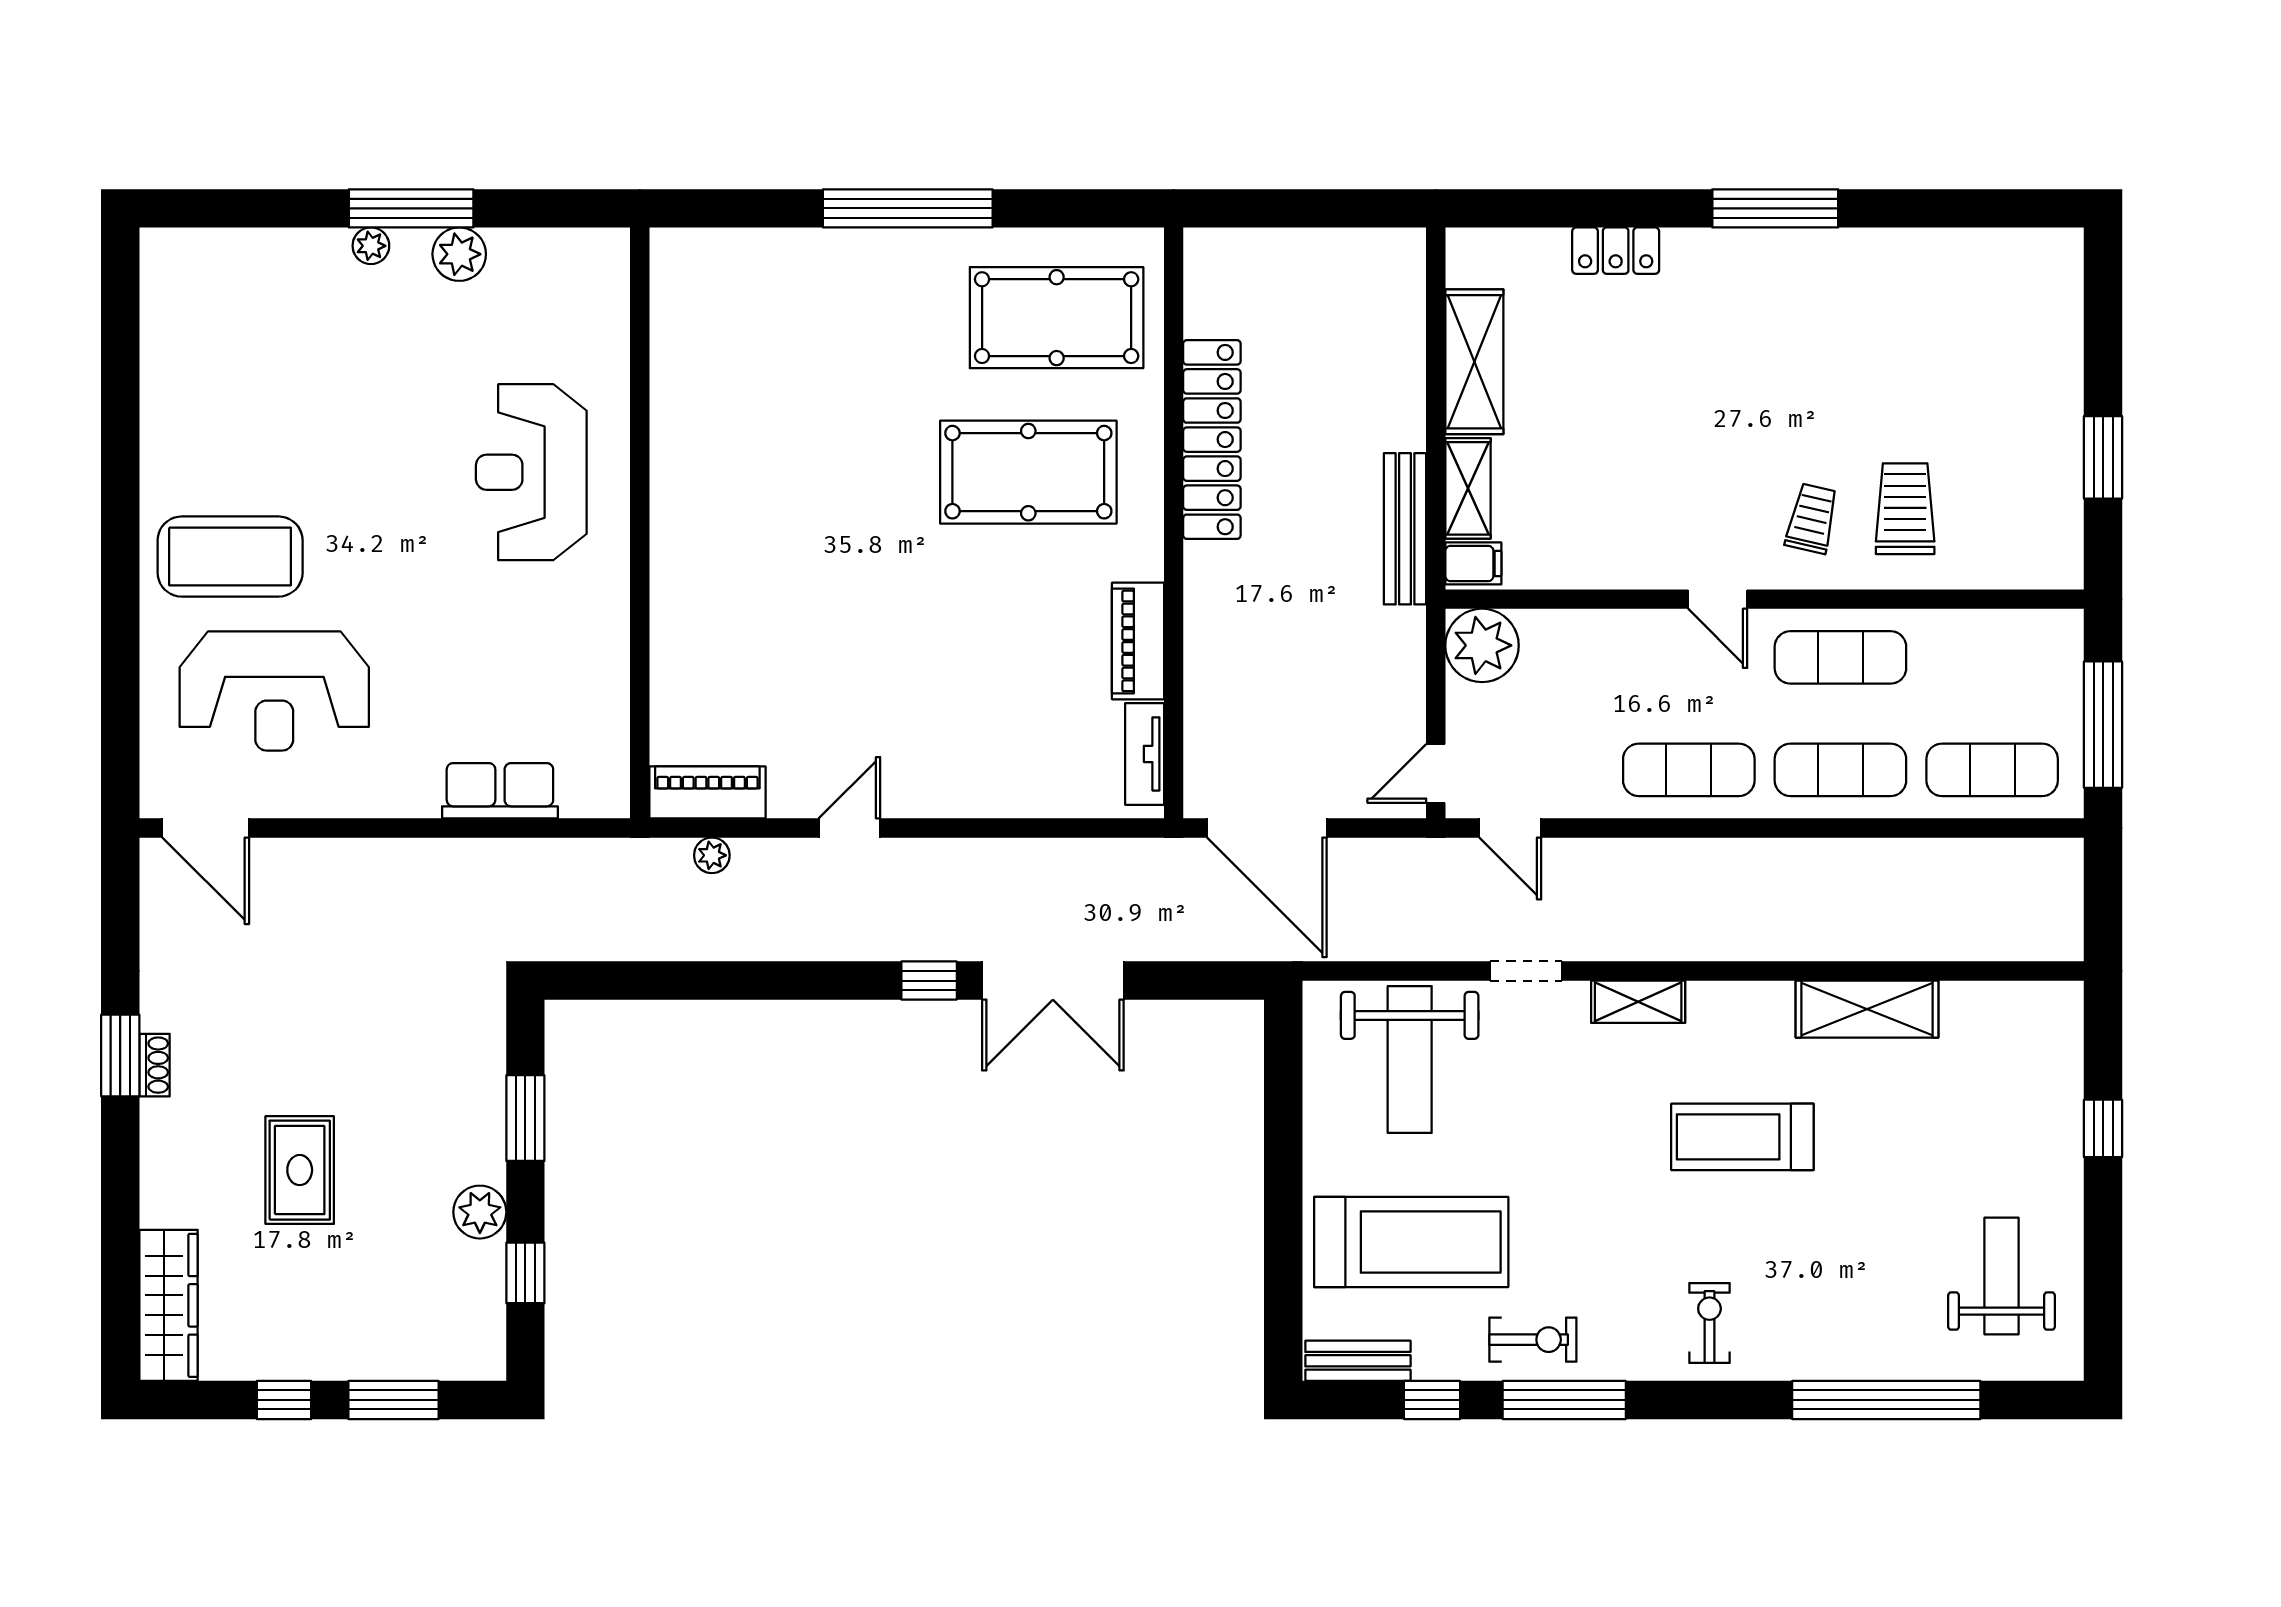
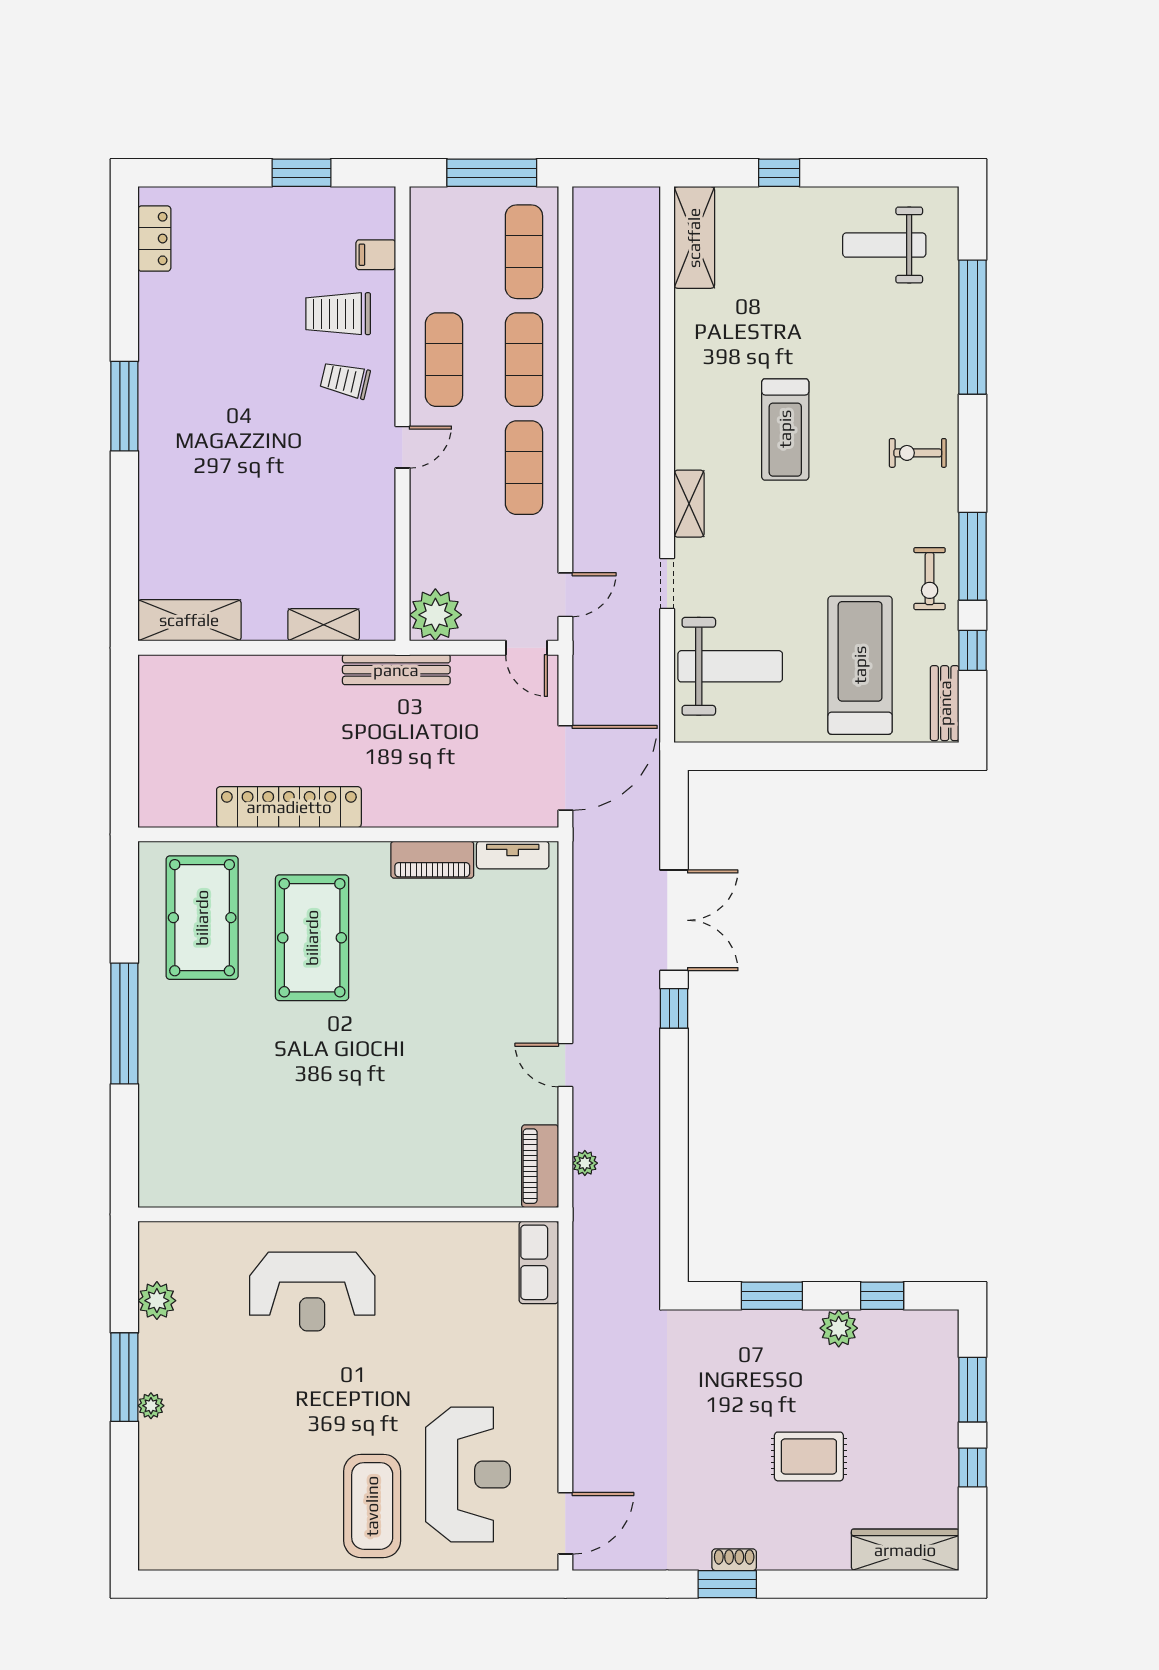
locker: (1616, 251) -> (154, 239), moved
plant: (459, 254) -> (157, 1301), moved
shelving: (1474, 362) -> (189, 620), moved
bench: (1405, 529) -> (396, 670), moved
filing cabinet: (1473, 563) -> (376, 255), moved, turned -90
row of seats: (500, 791) -> (539, 1262), moved
shelving: (1867, 1009) -> (694, 238), moved
exercise bike: (1533, 1340) -> (930, 579), turned 180

